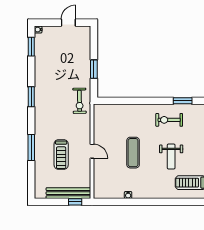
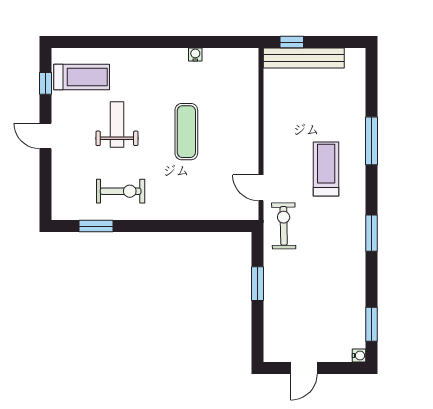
door: (92, 151) -> (261, 188), moved
treadmill: (61, 154) -> (326, 169), moved

